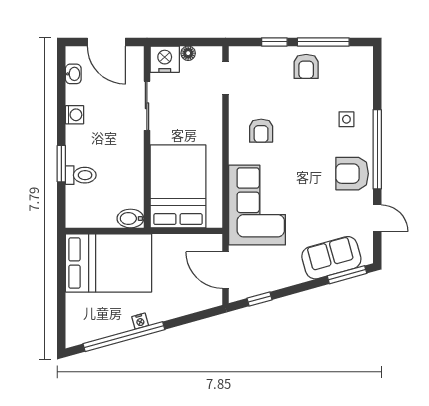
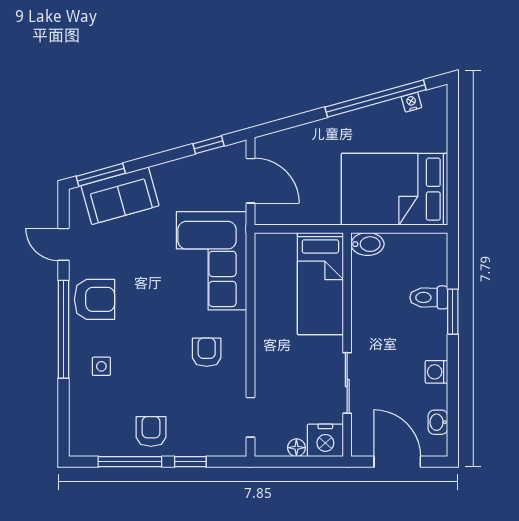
bed: (178, 186) -> (320, 284), width x0.67
nightstand: (140, 321) -> (411, 102), moved

